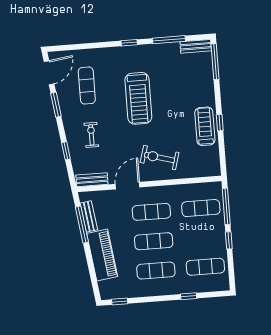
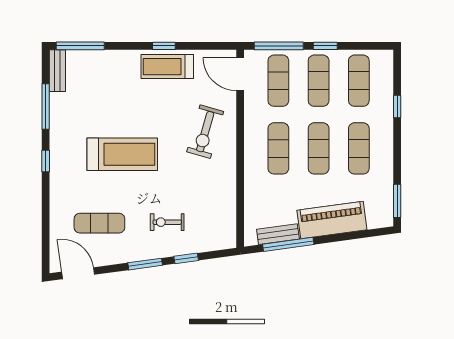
window: (56, 105) -> (145, 264), moved
bench: (92, 180) -> (228, 226), removed
door: (127, 186) -> (240, 74), moved
exercise mat: (203, 237) -> (319, 81), added
window: (120, 301) -> (397, 201), width x1.50

